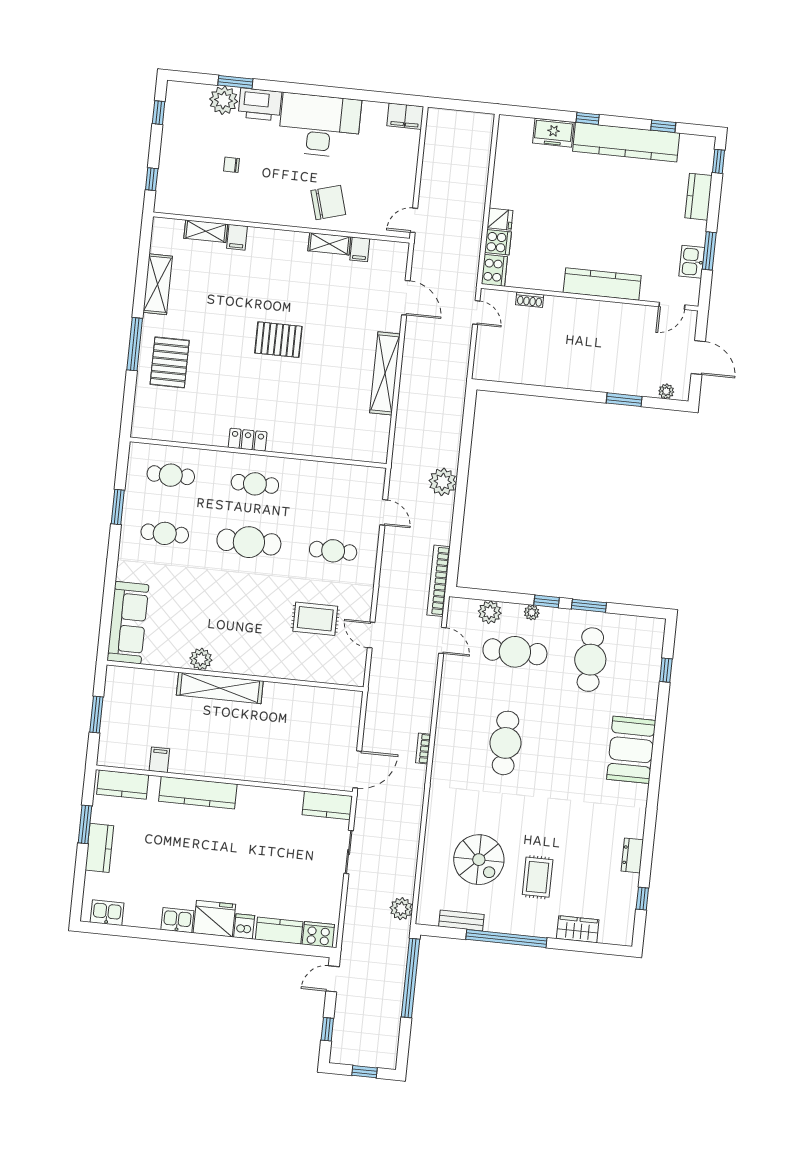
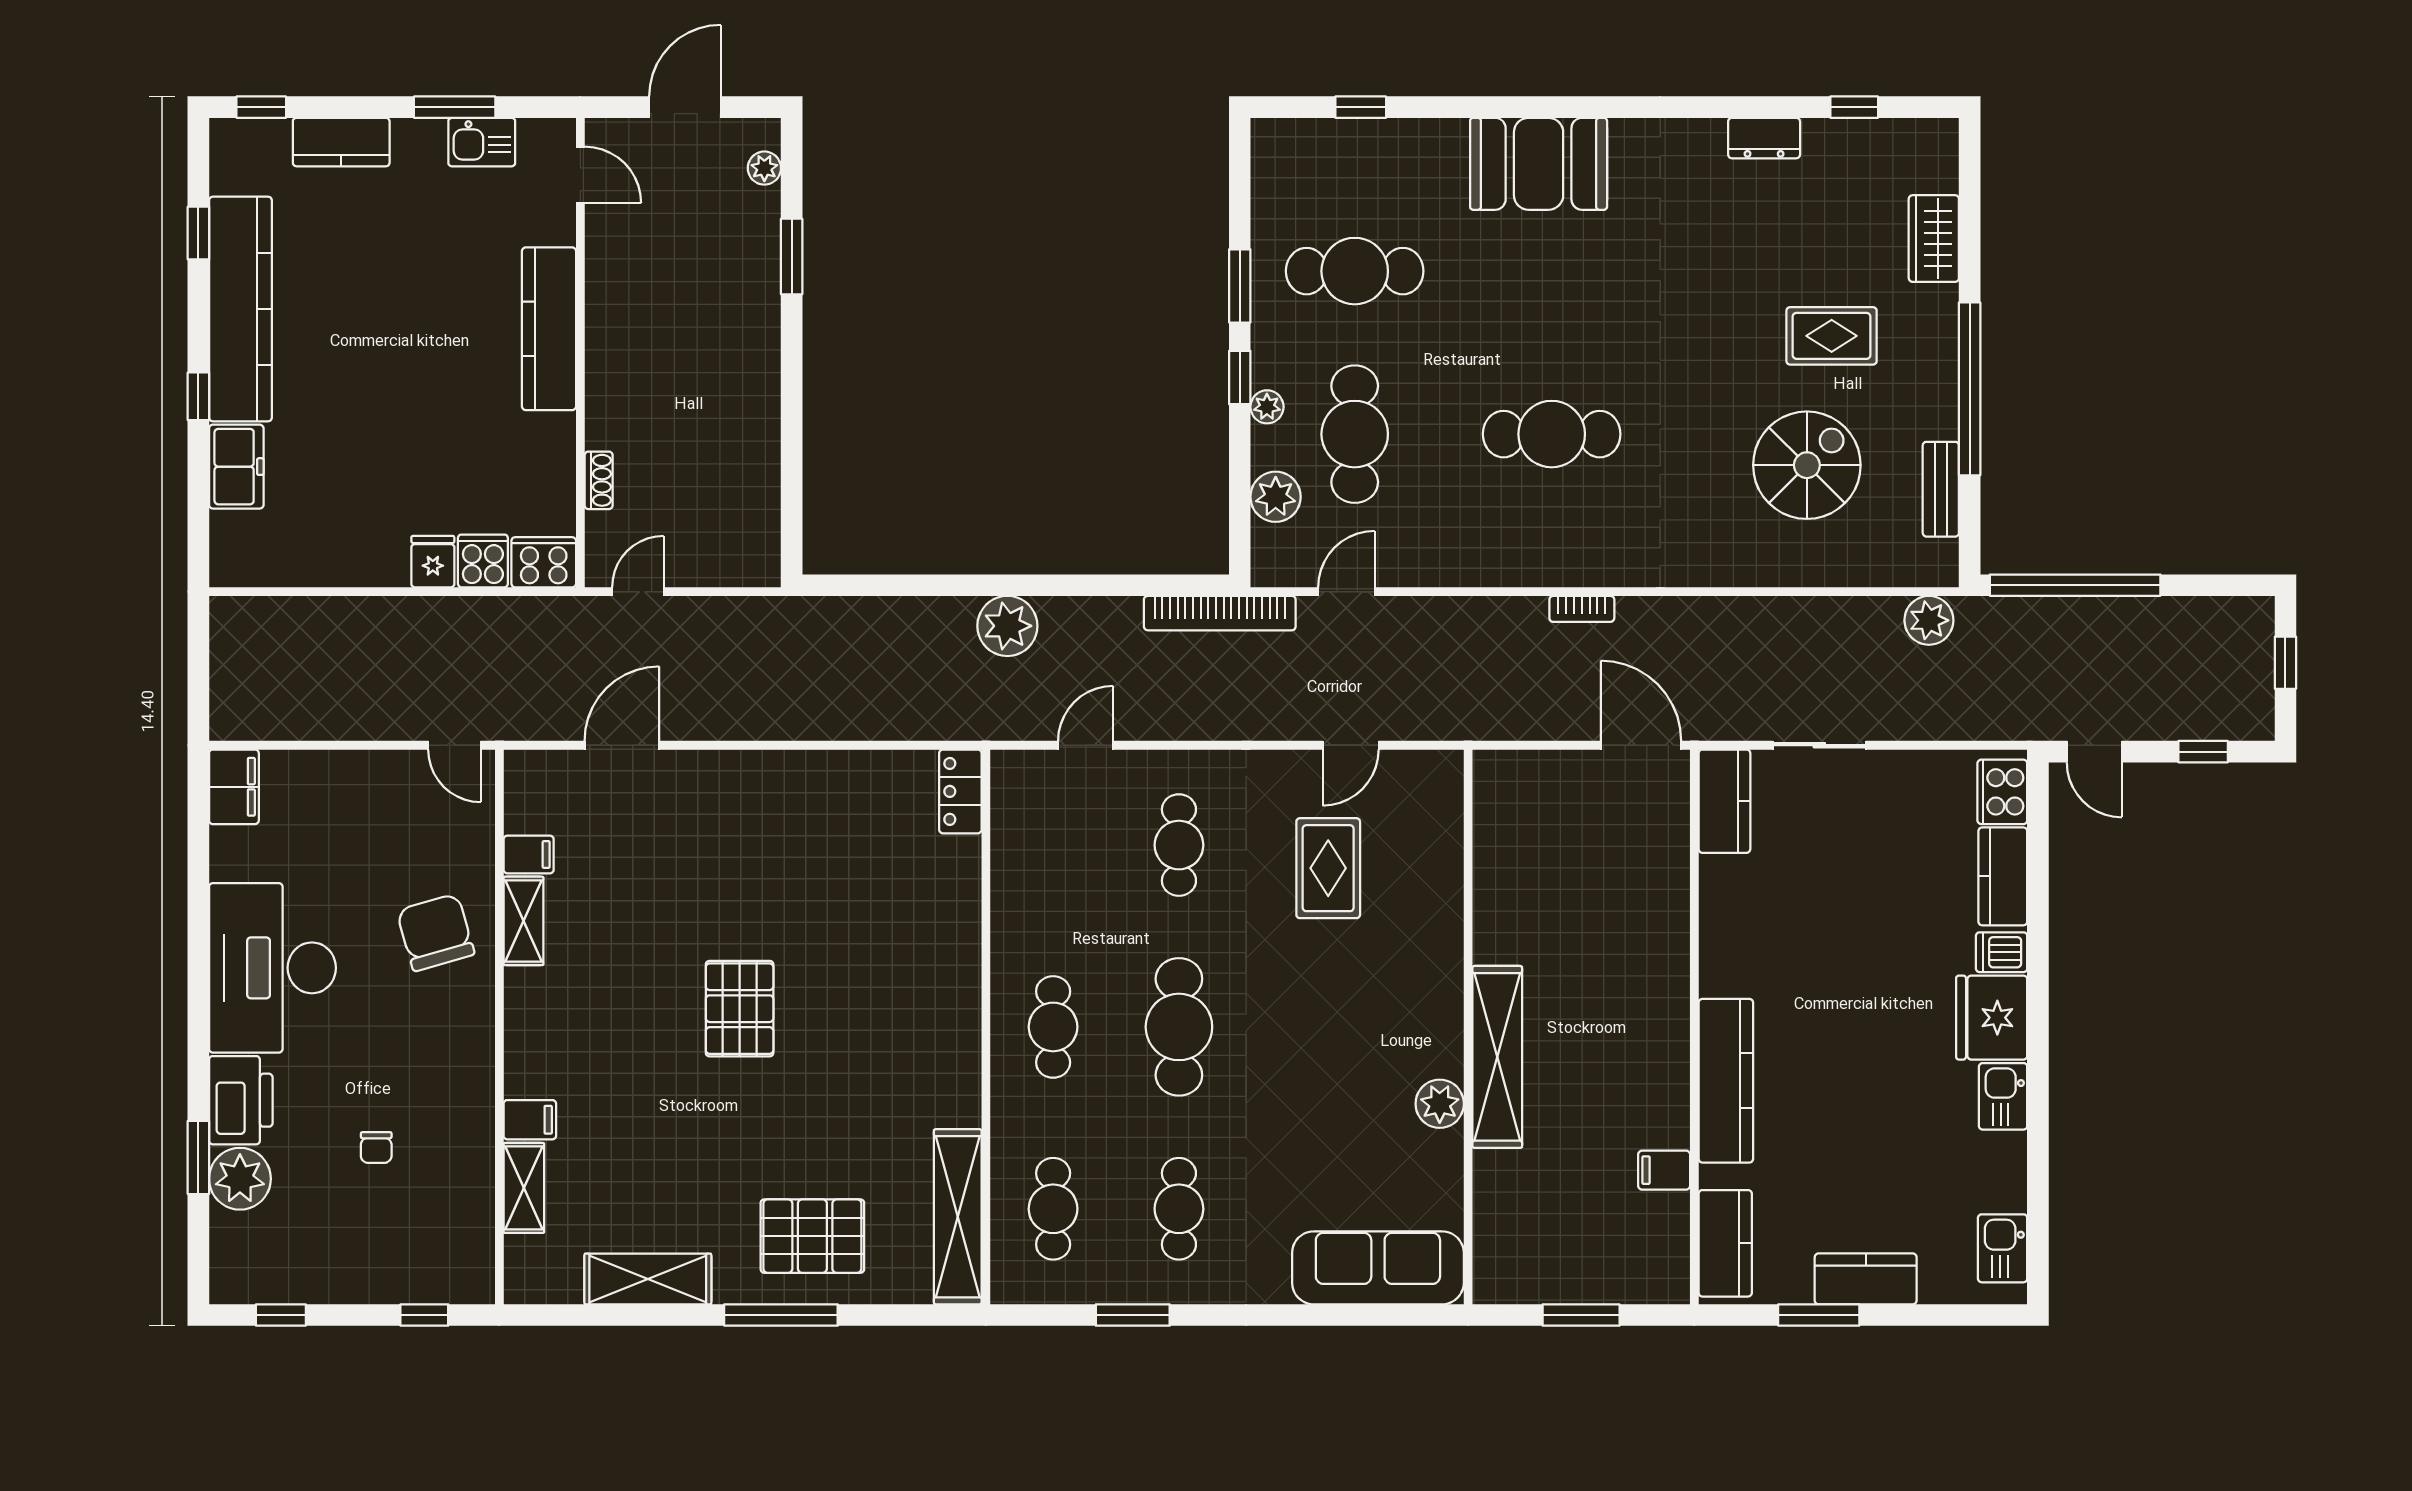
shelving: (385, 373) -> (958, 1217), moved, turned 90
locker: (248, 440) -> (960, 791), moved

